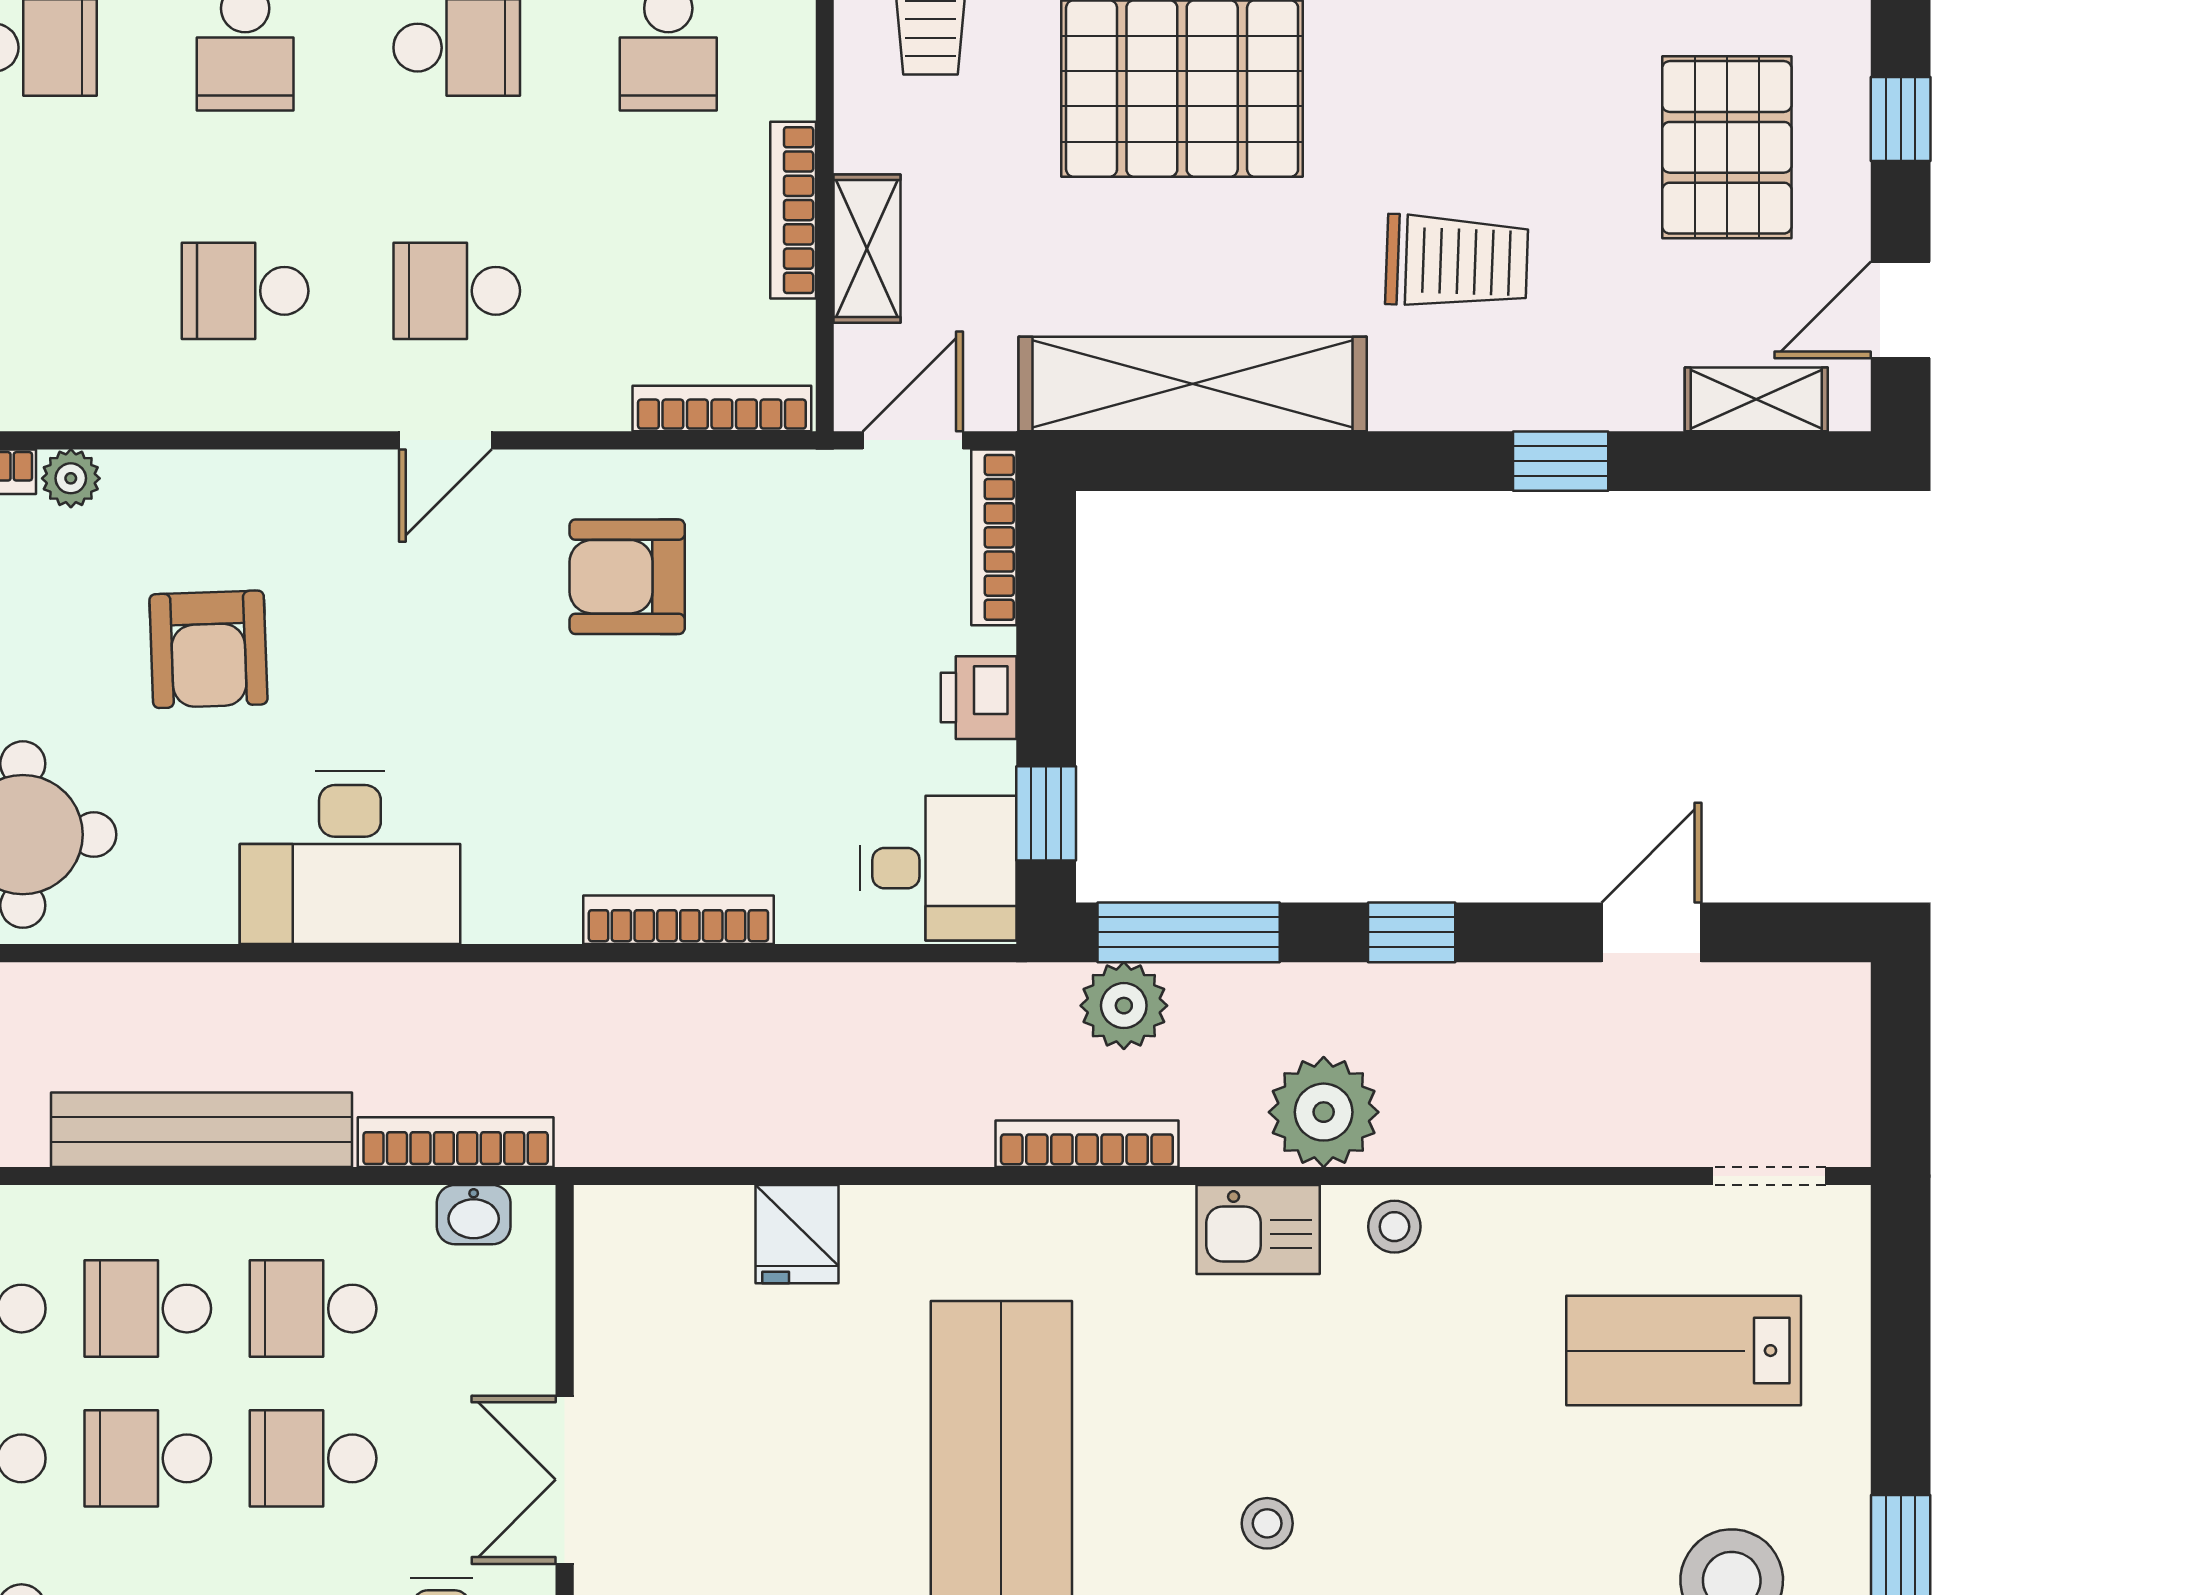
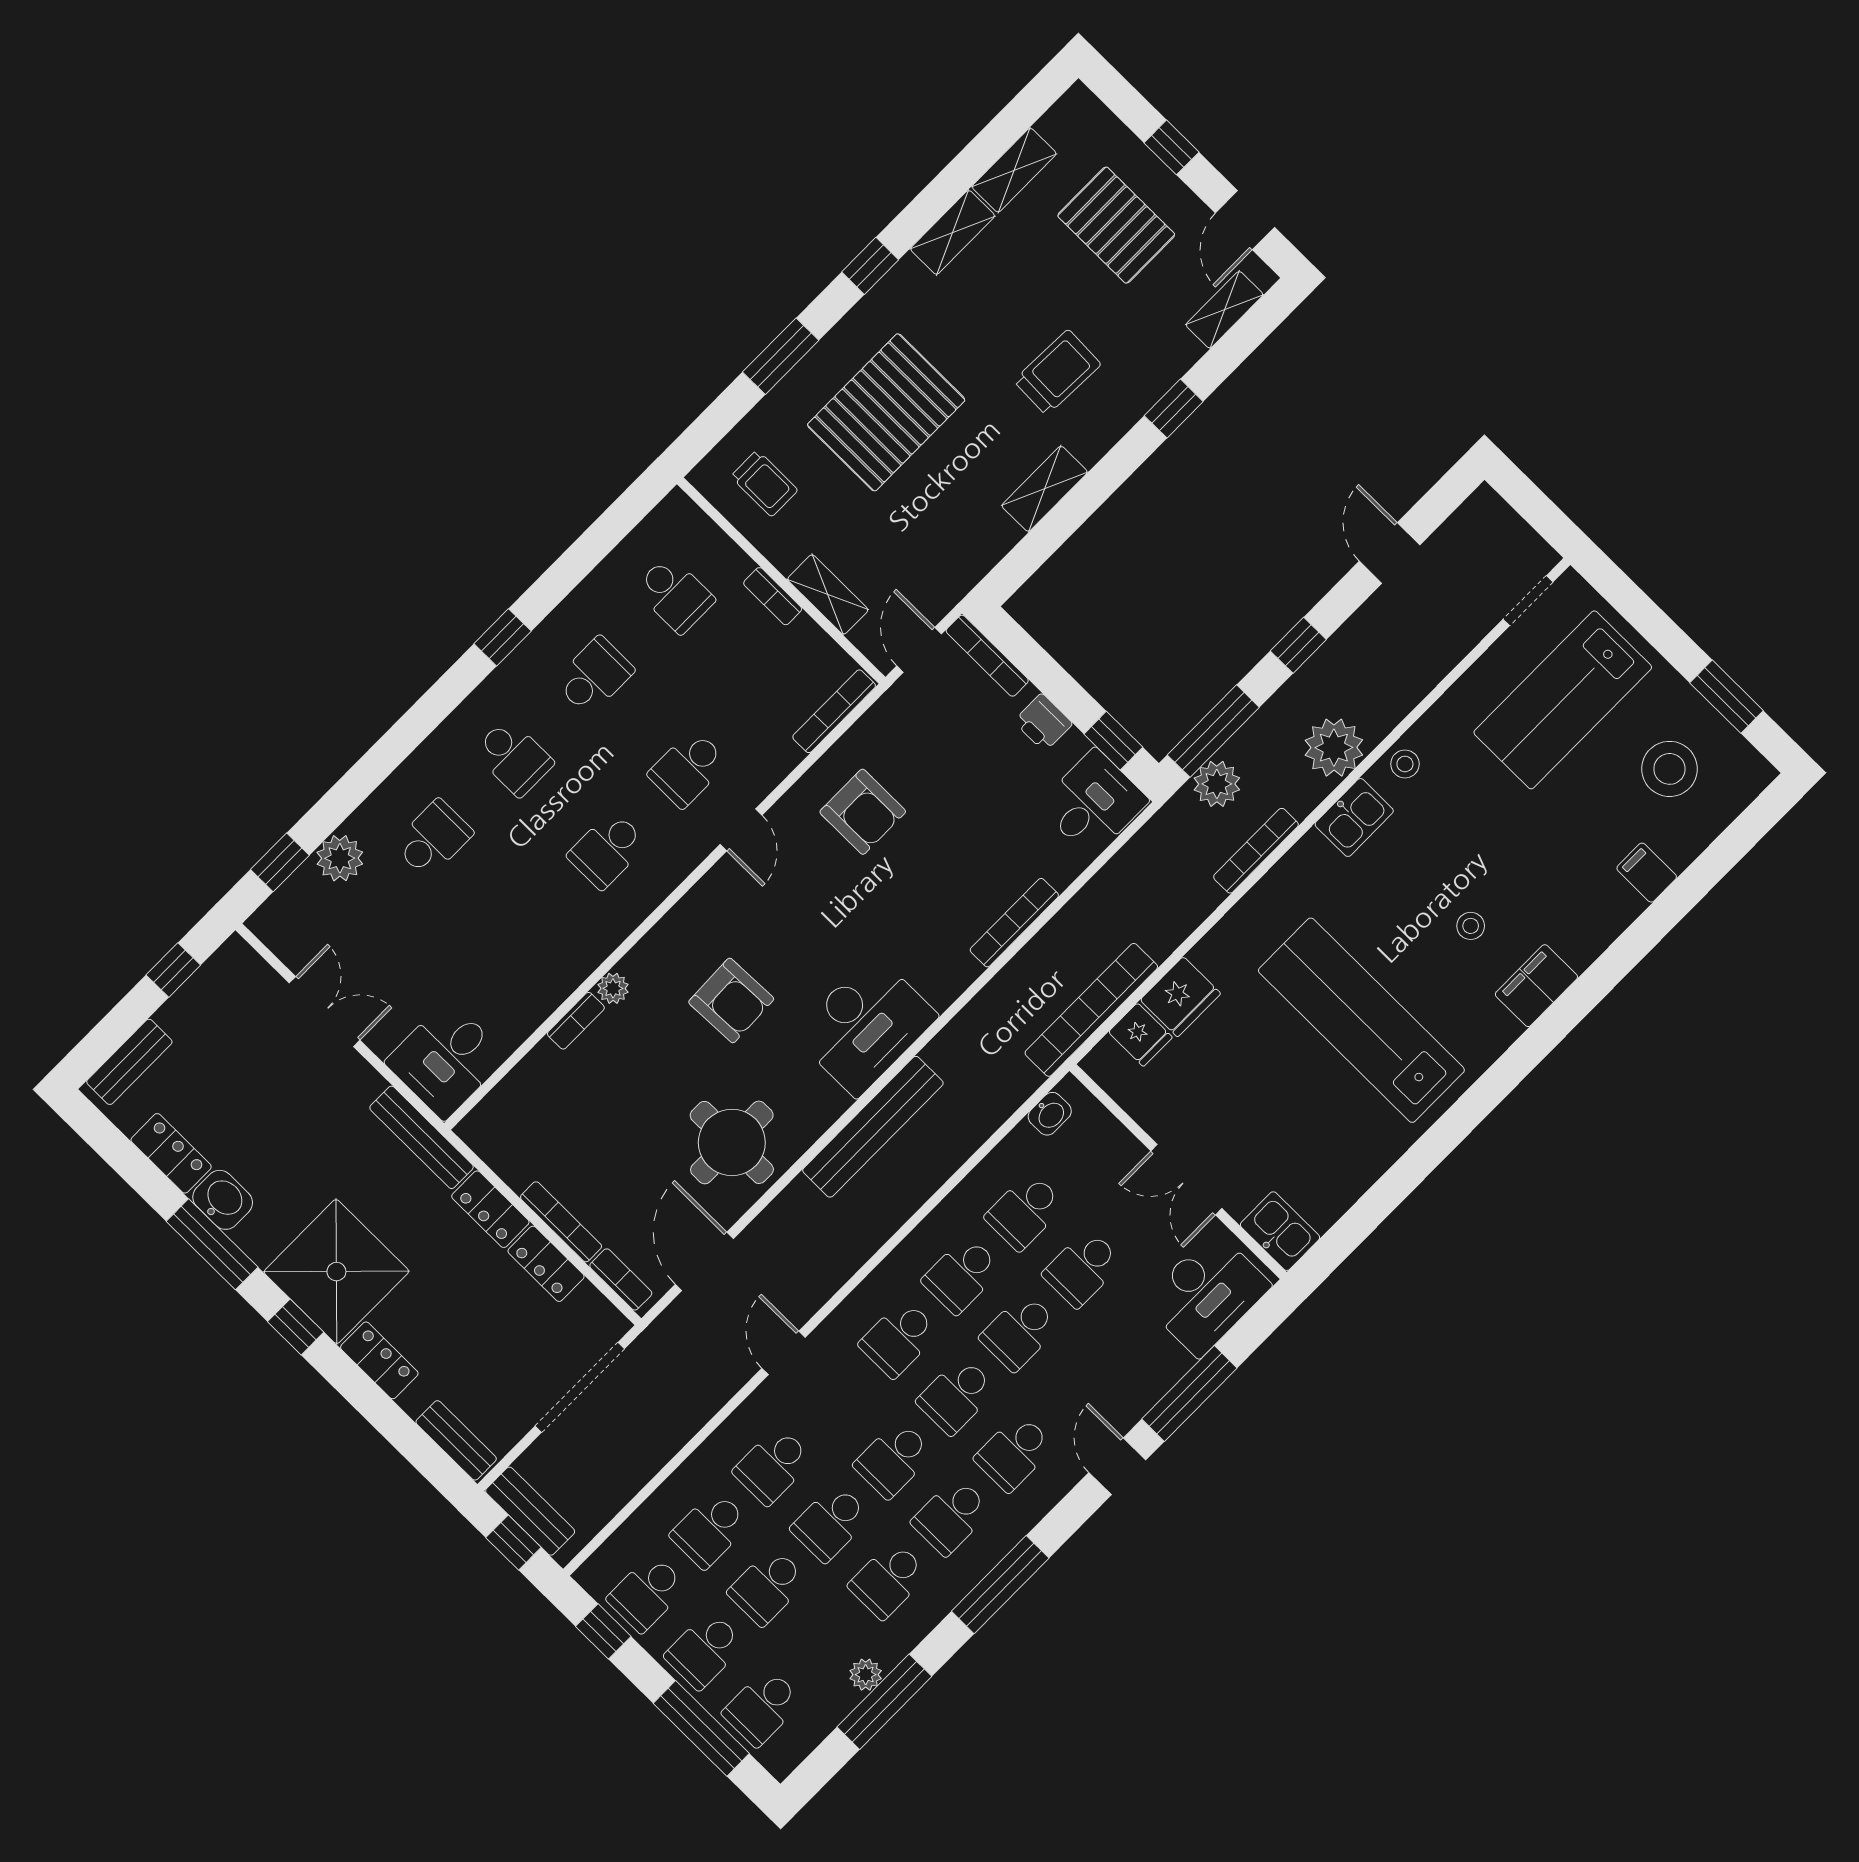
bookcase: (793, 210) -> (773, 596), width x0.64
shelving: (1193, 384) -> (1045, 489), width x0.45, depth x0.75
armchair: (627, 577) -> (863, 812), turned -90
bench: (202, 1130) -> (873, 1127), moved
bookcase: (456, 1142) -> (1091, 1010), moved, width x1.48, depth x1.31
fridge: (695, 1231) -> (1140, 1035), added
fridge: (797, 1234) -> (1180, 997), width x1.38
lab bench: (1684, 1351) -> (1563, 700), width x1.36, depth x1.39

